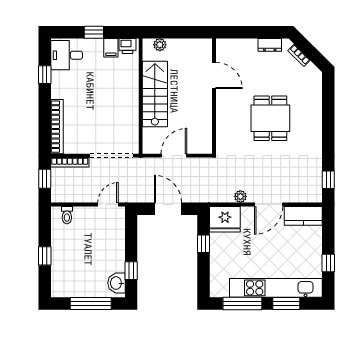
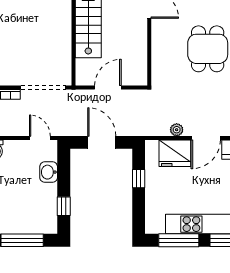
door: (108, 205) -> (40, 138), hinge flipped
fridge: (225, 219) -> (175, 153), moved
washbasin: (116, 283) -> (49, 172), moved

